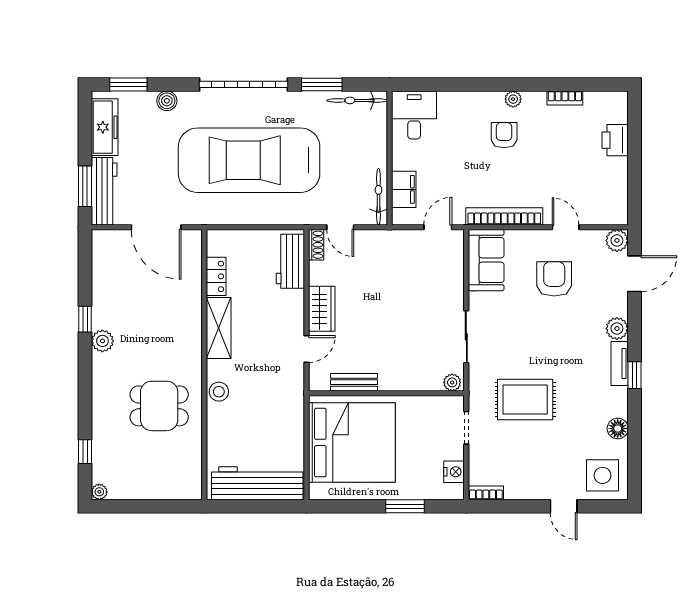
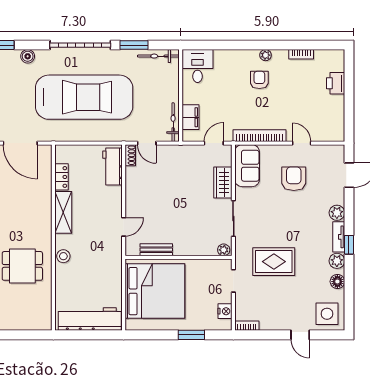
car: (249, 160) -> (84, 97), turned 180
plant: (617, 240) -> (337, 261), moved
wardrobe: (322, 309) -> (223, 182), moved, turned 180

